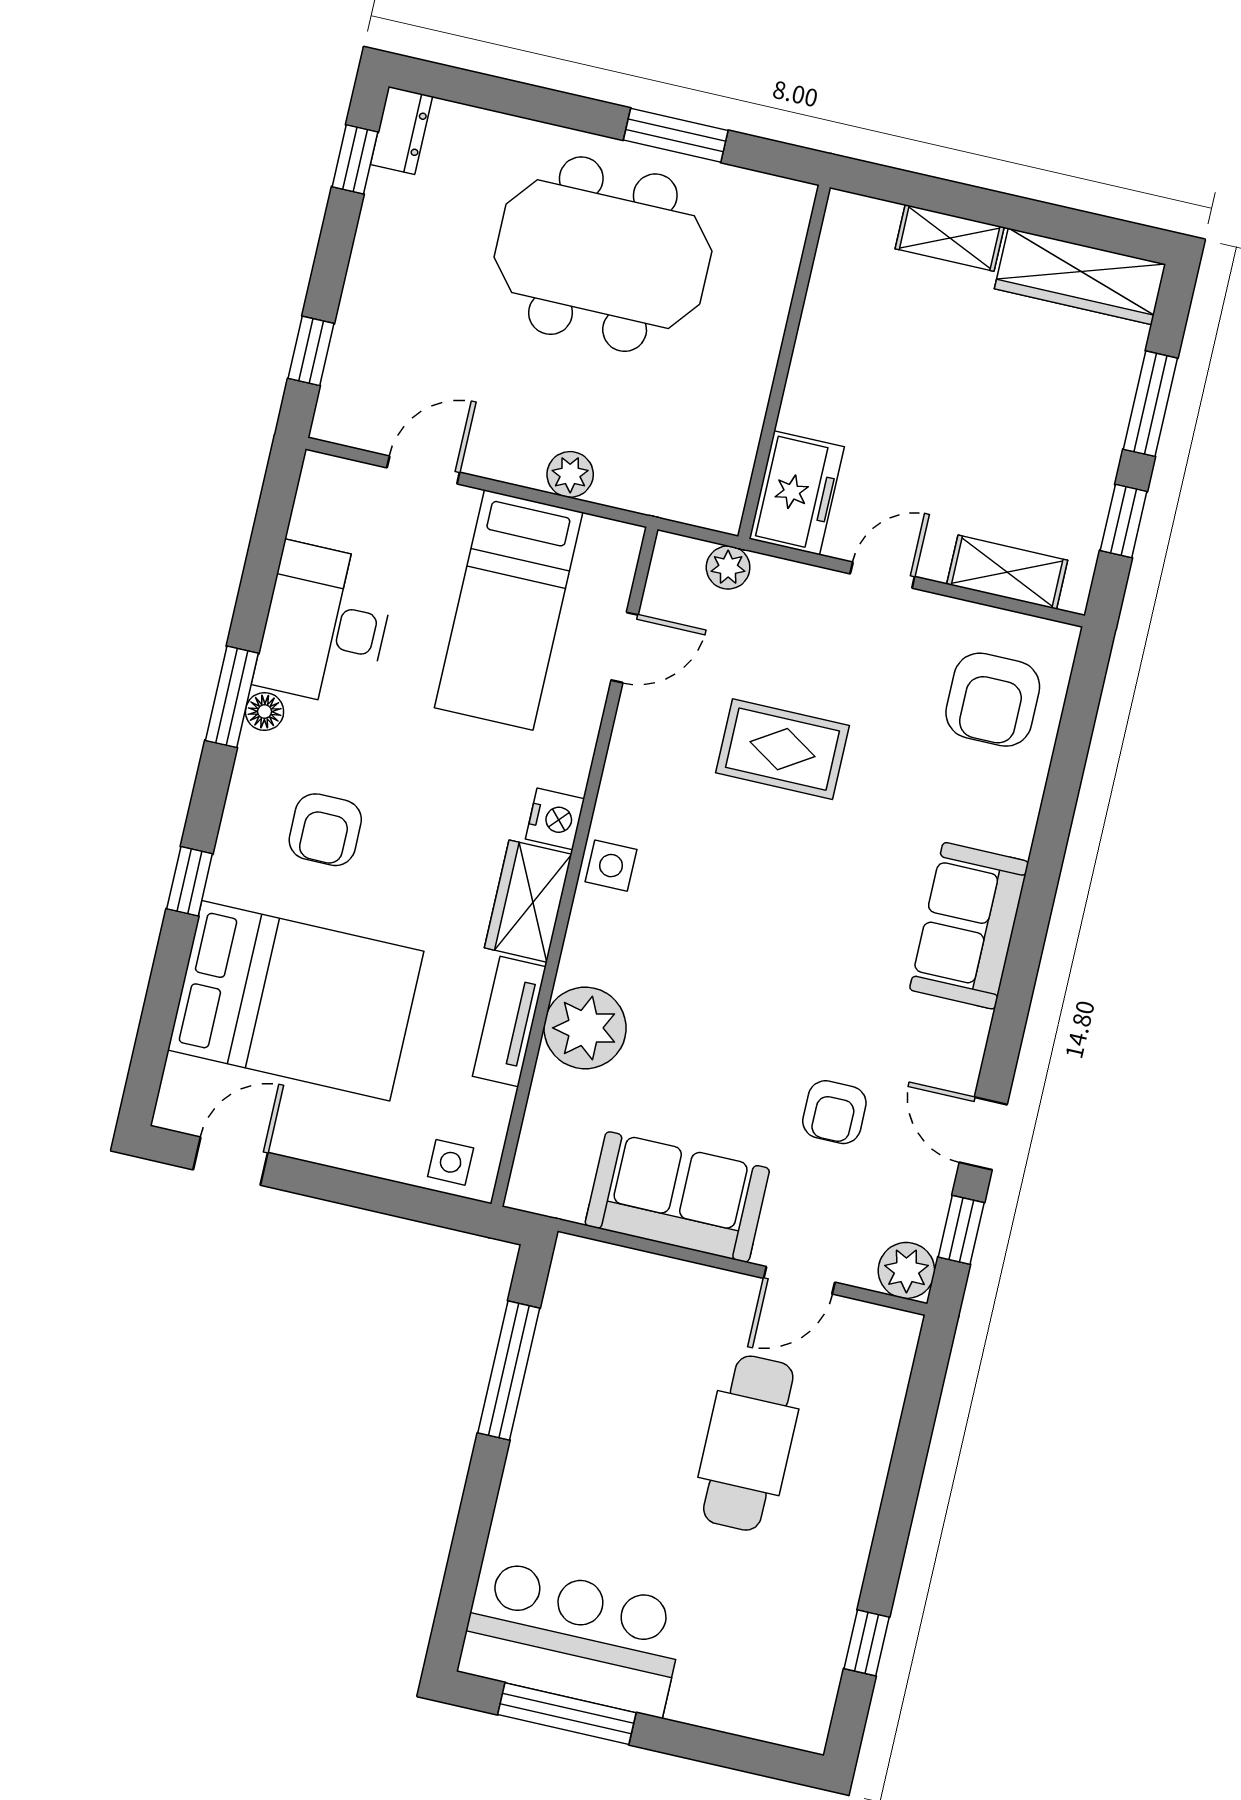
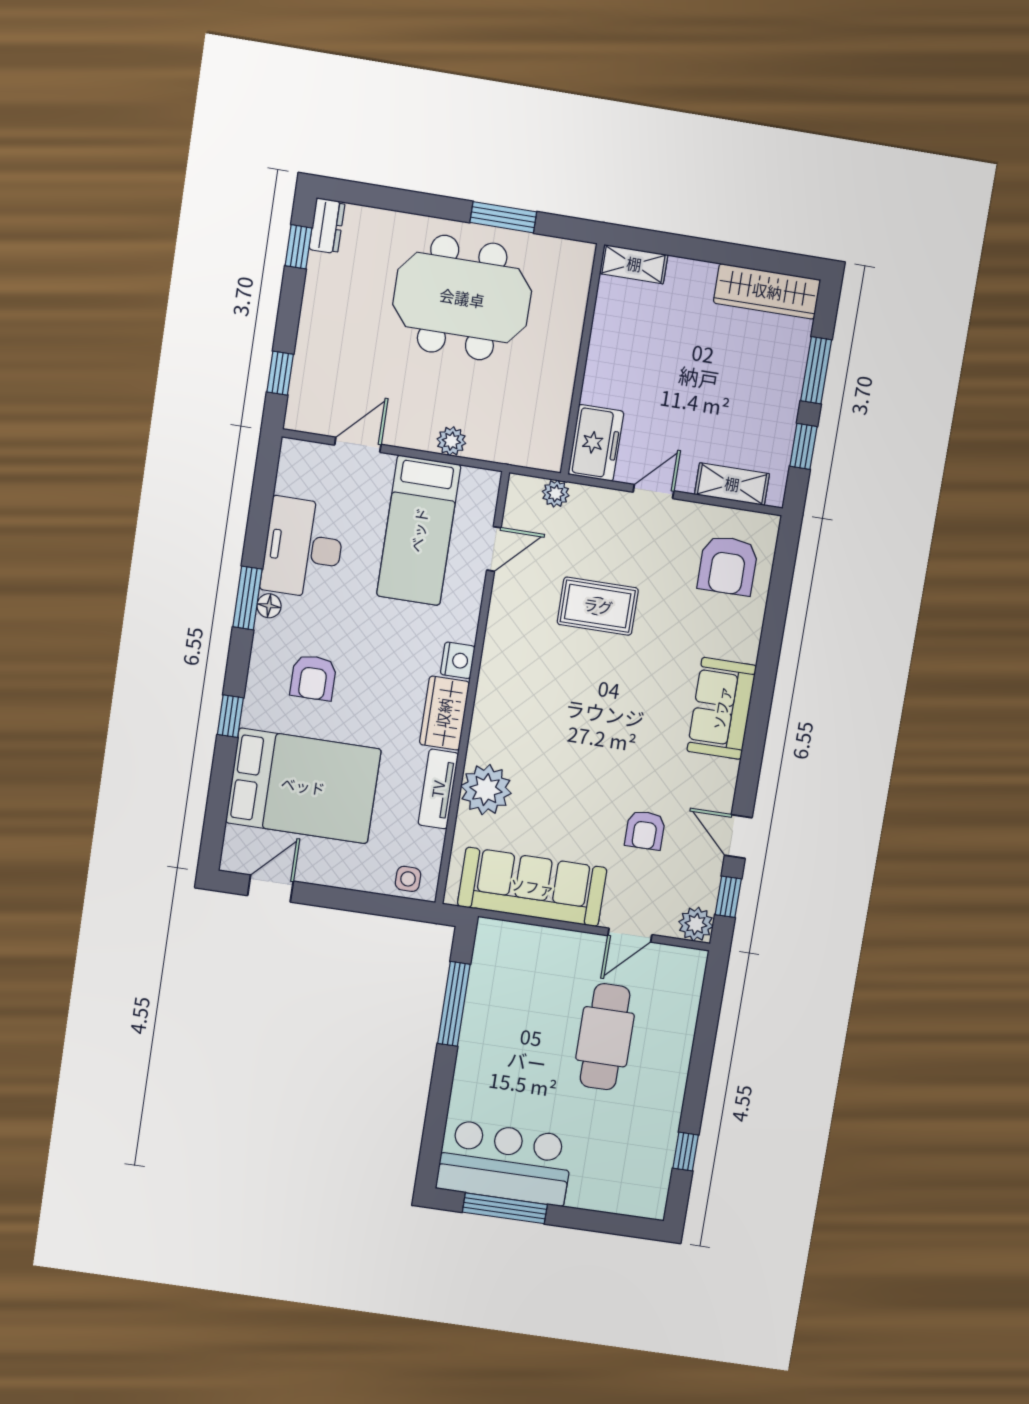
shelving: (950, 238) -> (634, 264), moved
side table: (611, 866) -> (495, 687), removed
sofa: (677, 1197) -> (532, 887), width x1.36

